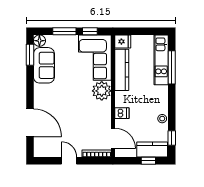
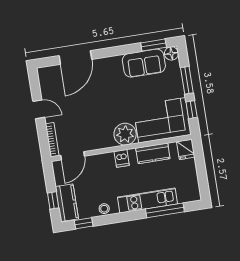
kitchen unit: (161, 60) -> (147, 201), moved
kitchen counter: (122, 70) -> (153, 153), width x0.67
dishwasher: (122, 113) -> (122, 158), moved
door: (69, 161) -> (39, 109), hinge flipped

